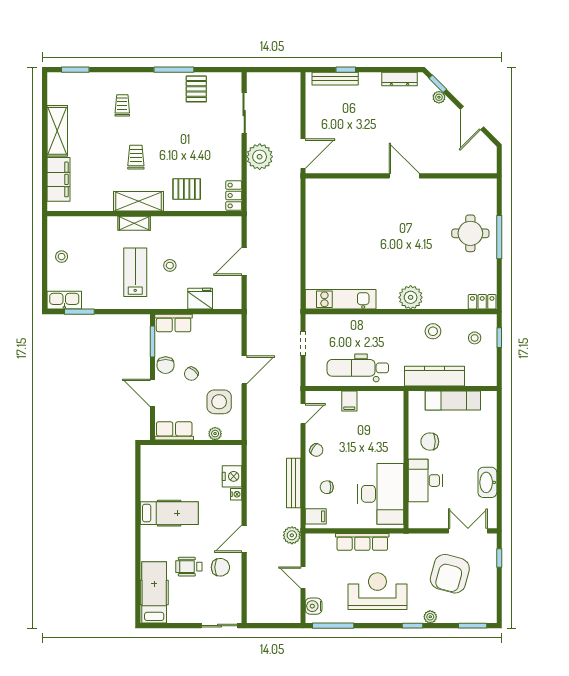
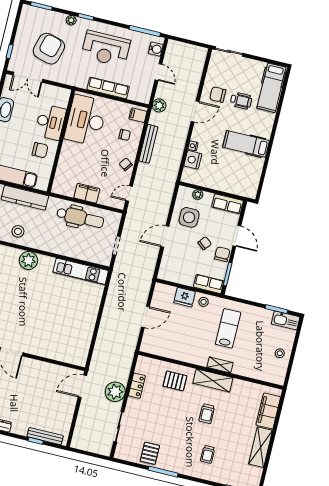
locker: (234, 195) -> (137, 386), moved
stool: (170, 265) -> (204, 302), moved
lab bench: (135, 272) -> (228, 328), turned 180
filing cabinet: (349, 401) -> (87, 193), width x2.00

